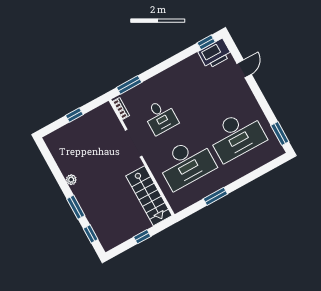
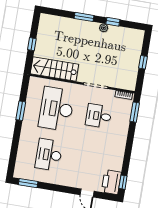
desk: (236, 135) -> (49, 155), width x0.73, depth x0.77
window: (91, 234) -> (113, 22), moved

